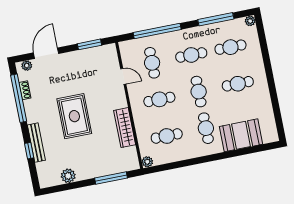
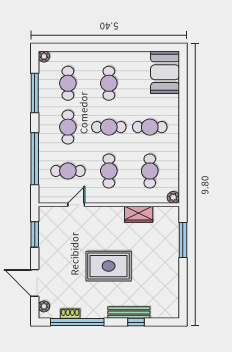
wardrobe: (125, 128) -> (139, 214), width x0.67
booth: (241, 135) -> (165, 72), moved
plant: (68, 176) -> (171, 285), removed

